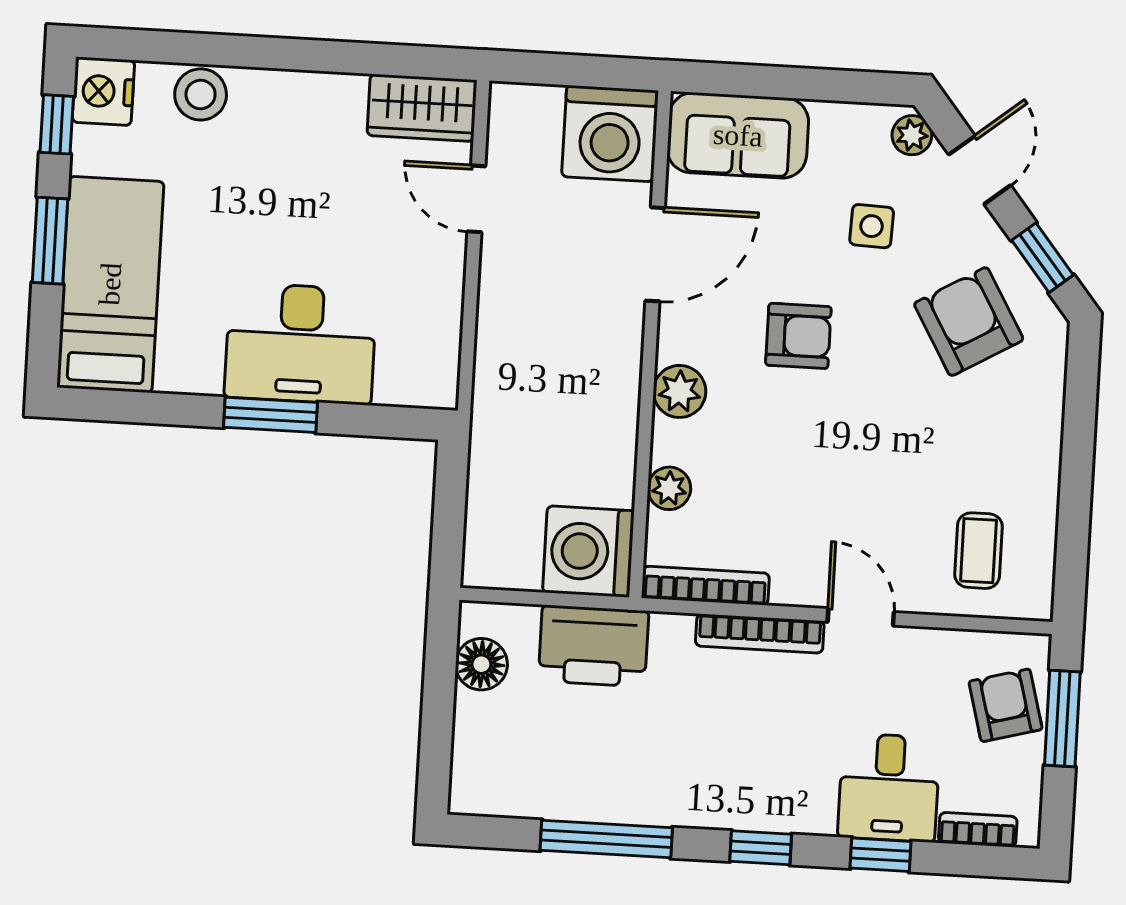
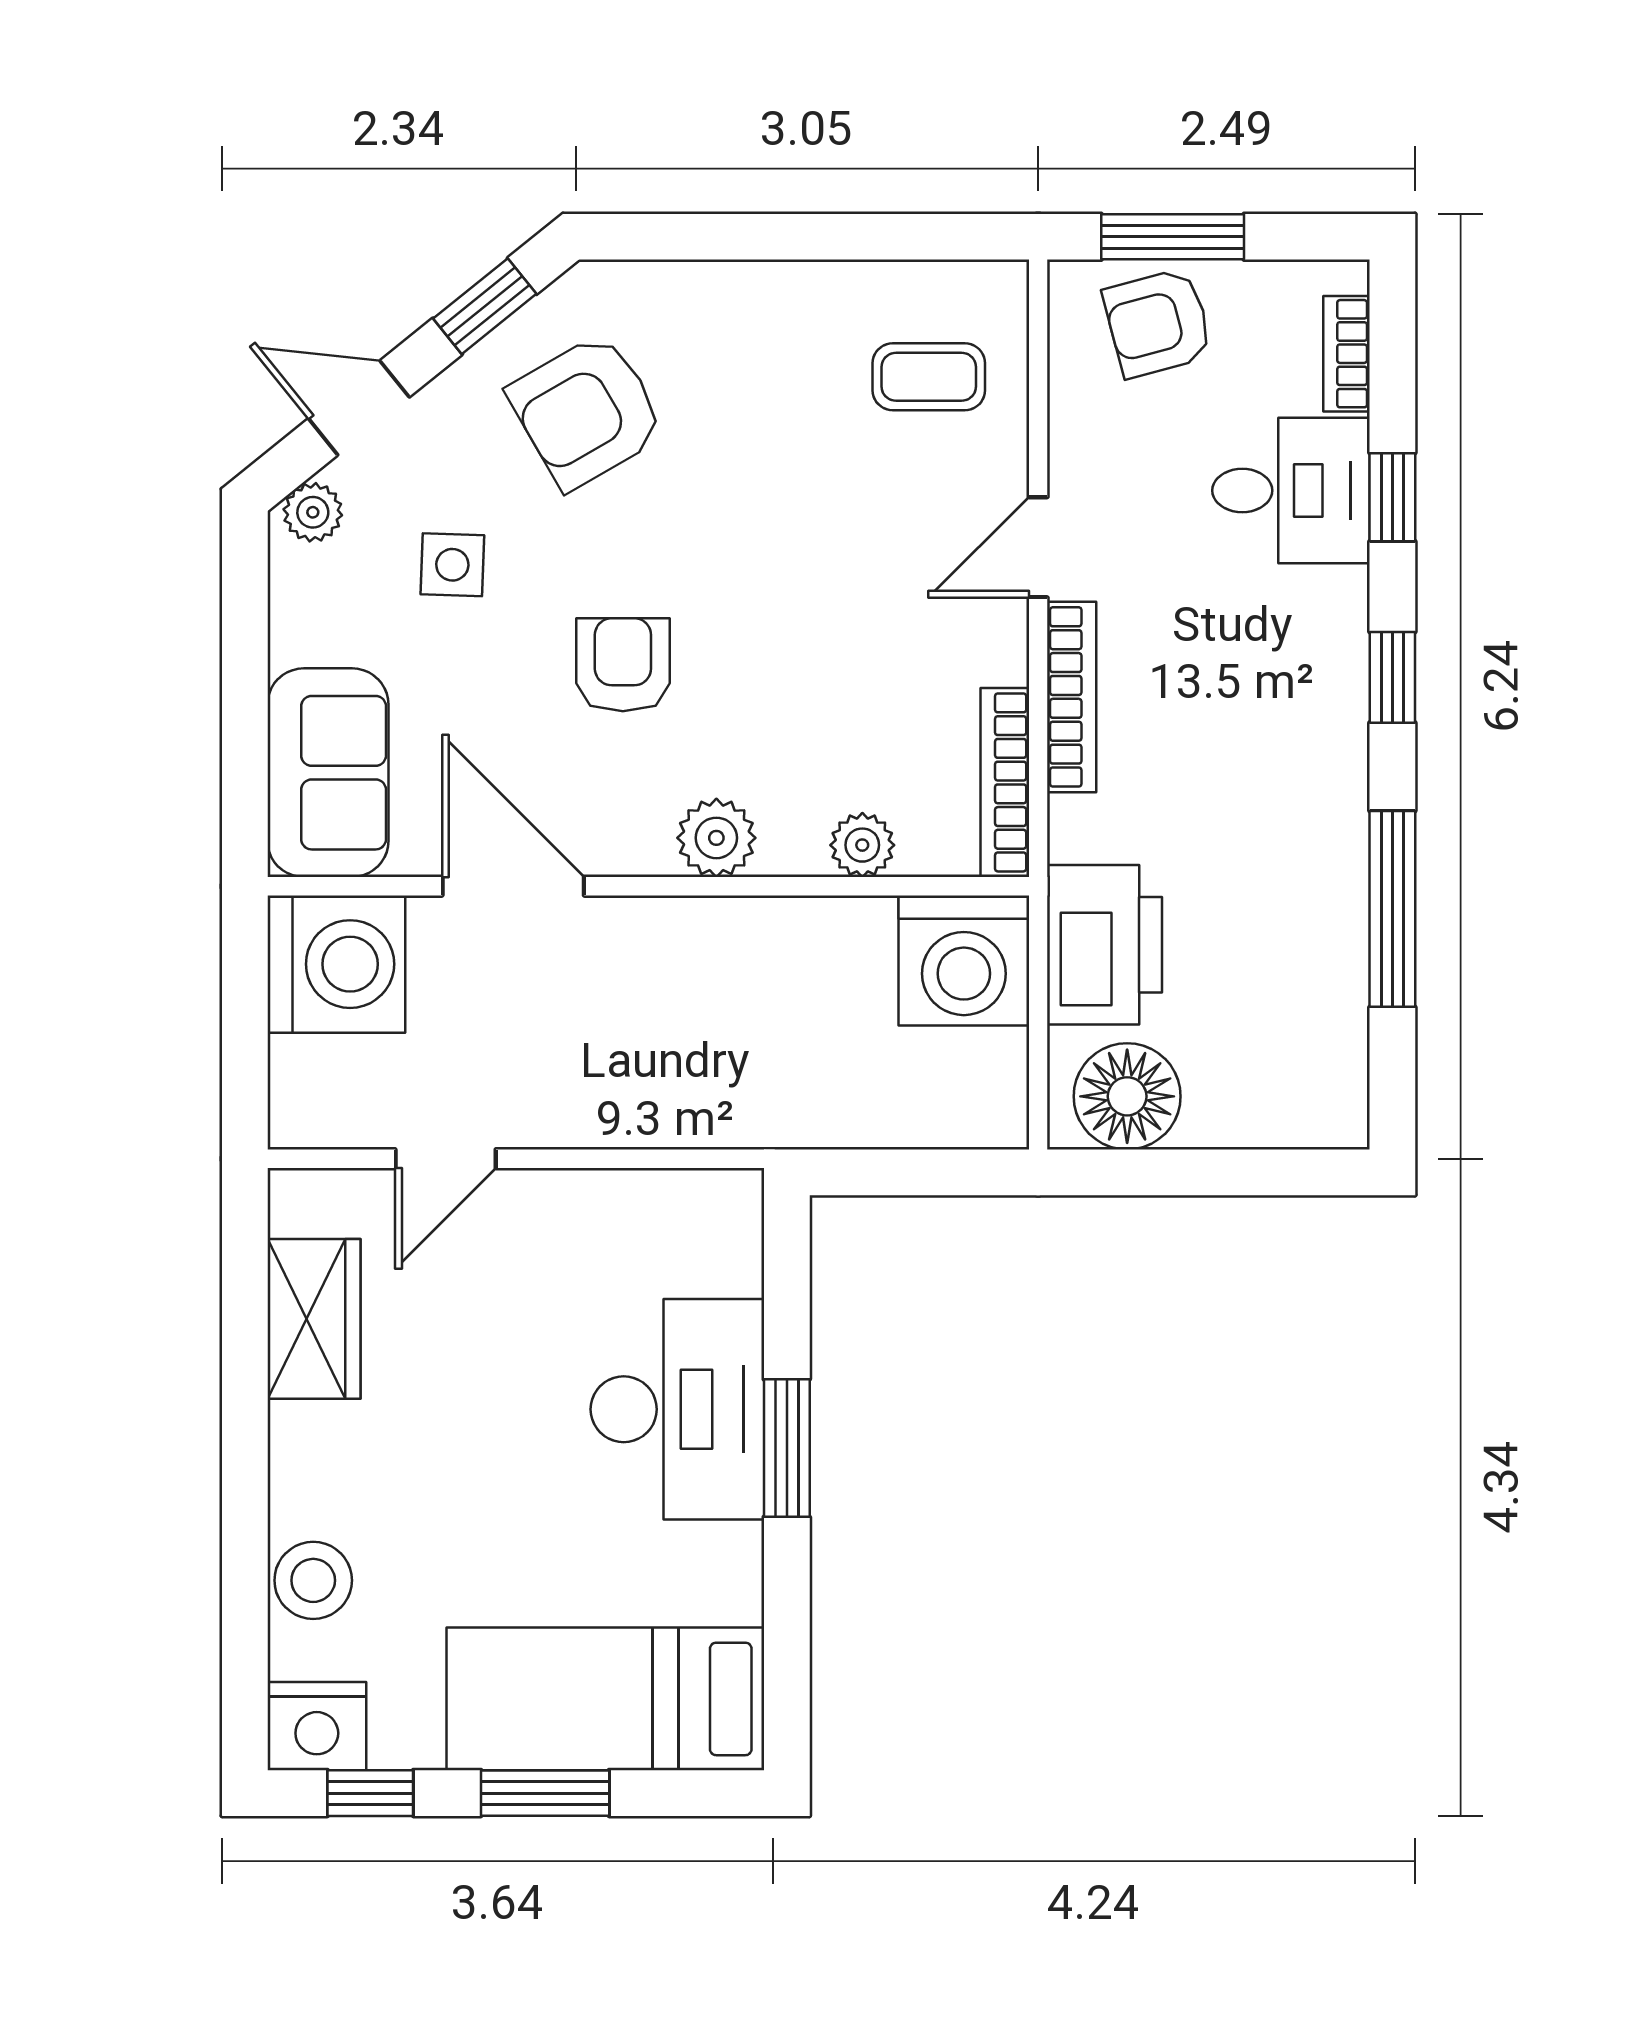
wardrobe: (422, 108) -> (314, 1319), moved
floor lamp: (481, 664) -> (1127, 1096), width x1.38, depth x1.38

